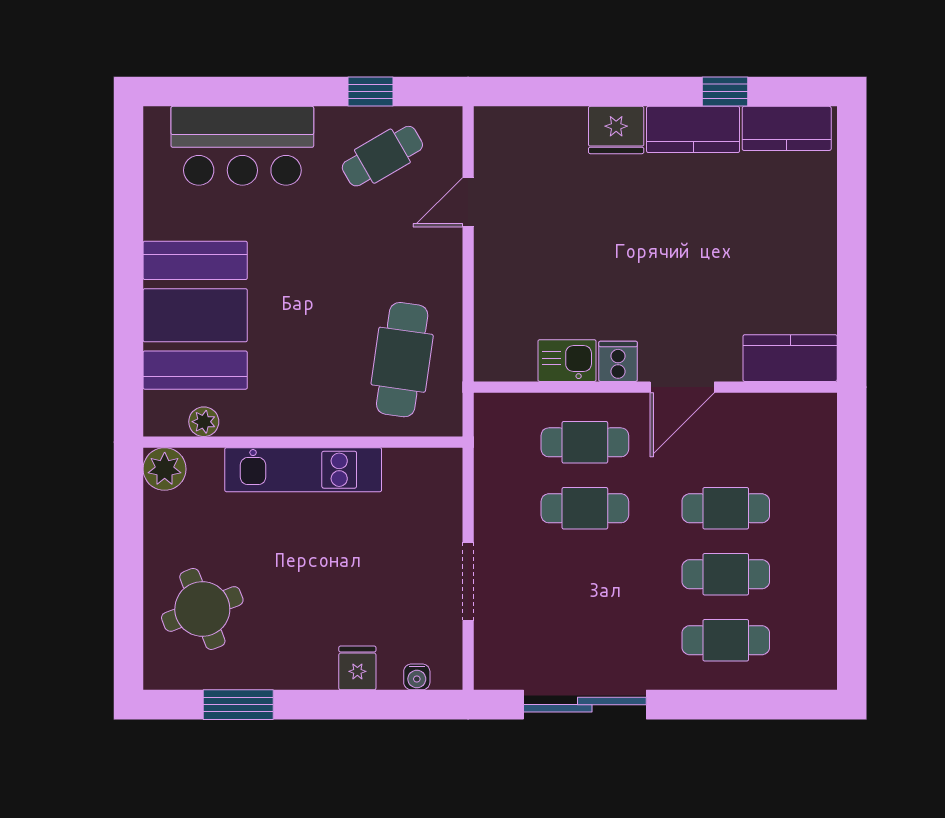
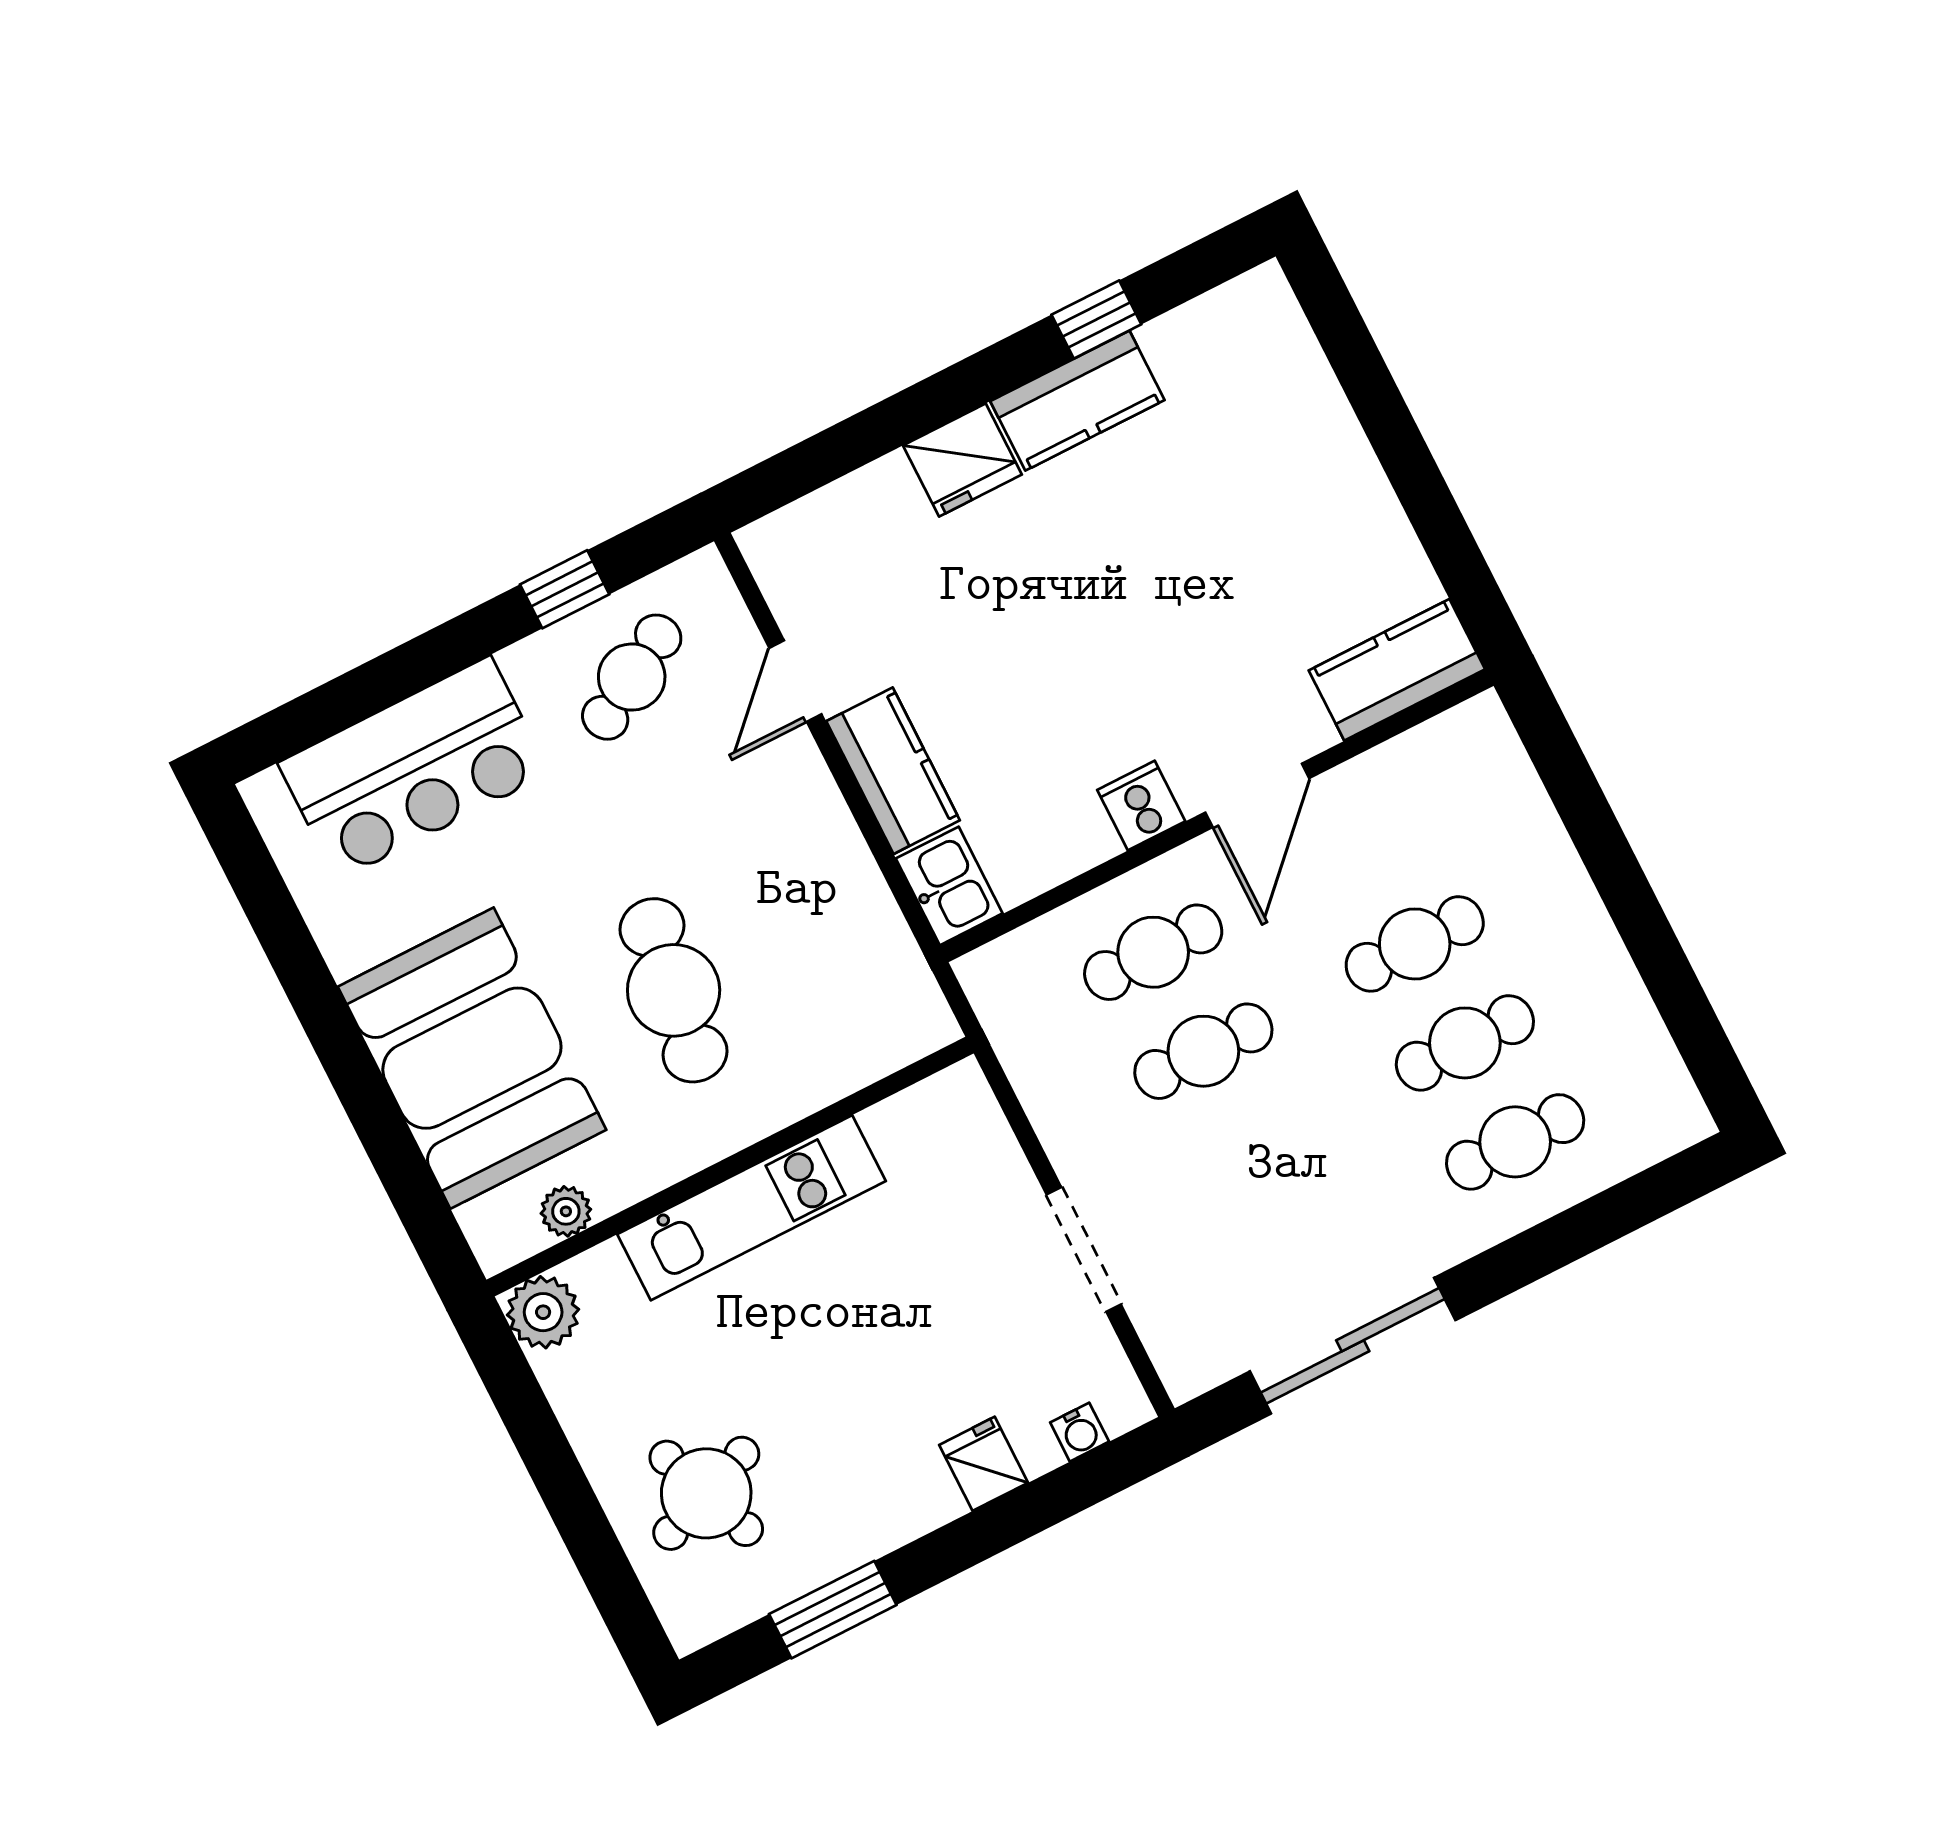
kitchen counter: (787, 128) -> (893, 771), moved, turned -90
cafe table: (402, 360) -> (674, 990), moved
kitchen sink: (567, 361) -> (949, 886), moved, turned 90

